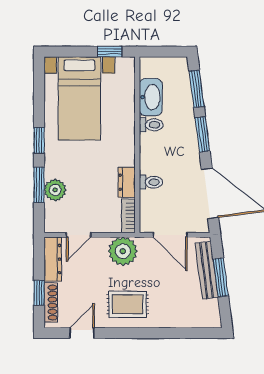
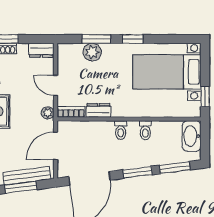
washbasin: (151, 97) -> (192, 136), moved, turned 90
toilet: (151, 182) -> (121, 130), moved
door: (78, 235) -> (56, 85), moved
plant: (123, 251) -> (48, 113), width x0.53, depth x0.53
dresser: (53, 259) -> (41, 50), width x0.70

